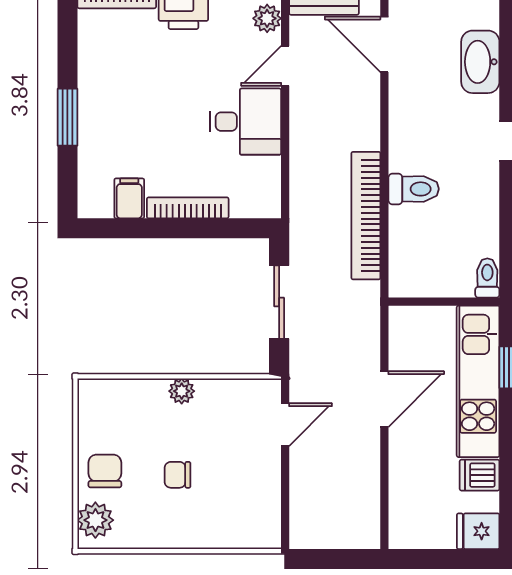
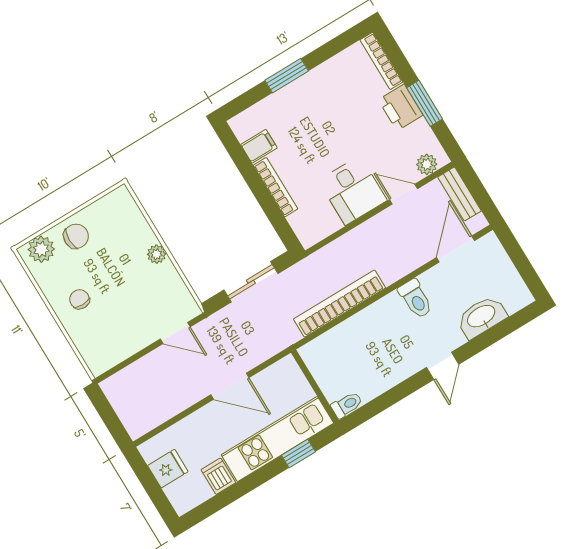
toilet: (414, 189) -> (415, 299), moved
chair: (177, 475) -> (80, 299), moved
fridge: (478, 531) -> (168, 469), moved, turned 90

